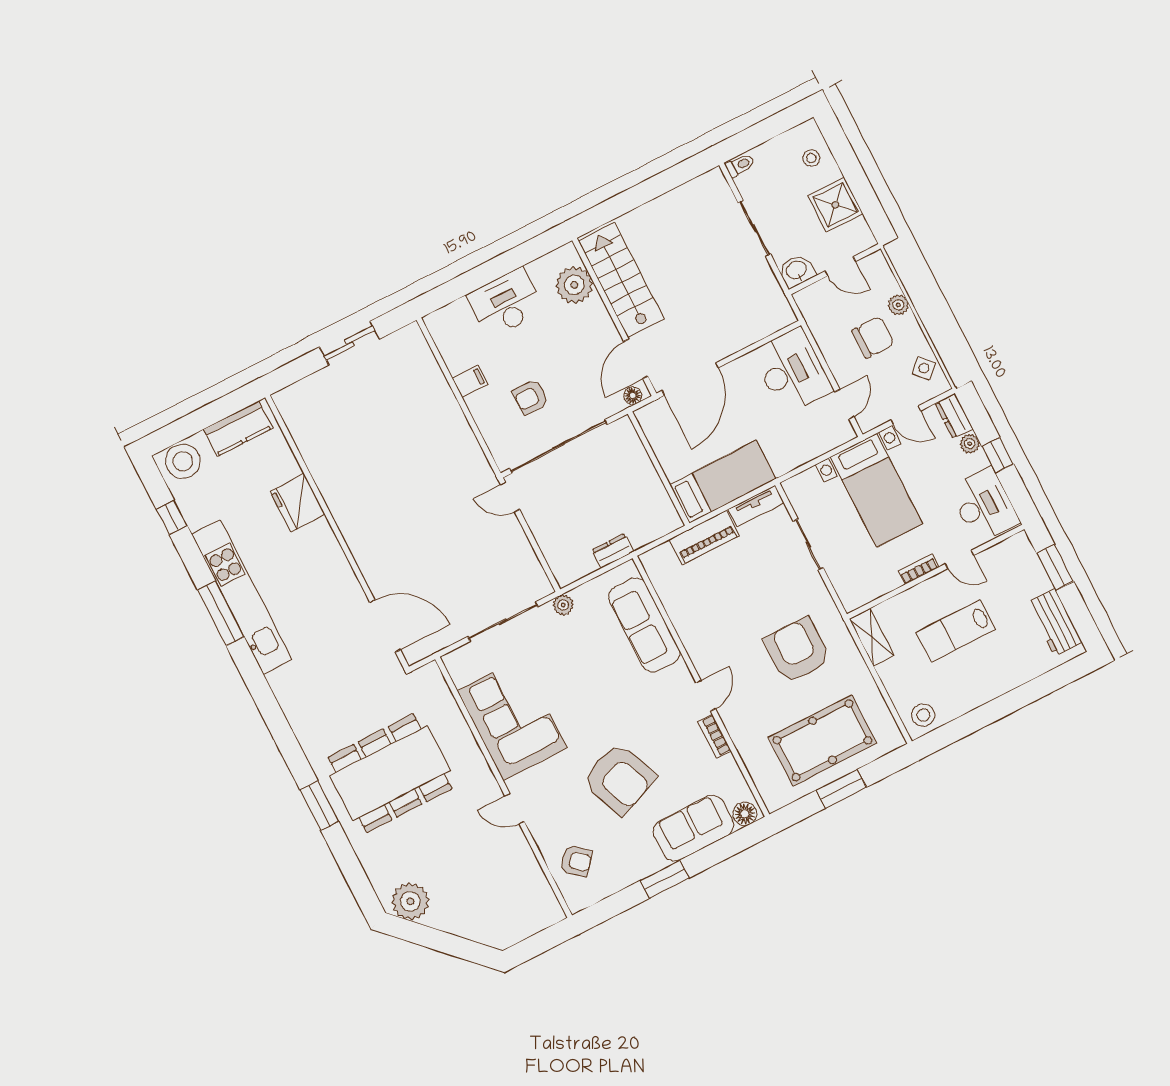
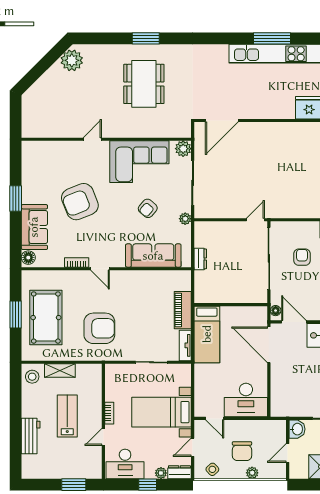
workbench: (1055, 622) -> (31, 436), moved, turned 90
shelving: (872, 638) -> (60, 371), moved
plant: (458, 663) -> (183, 149), added
dining table: (390, 773) -> (144, 84), width x0.73, depth x0.80
armchair: (576, 861) -> (148, 208), moved

